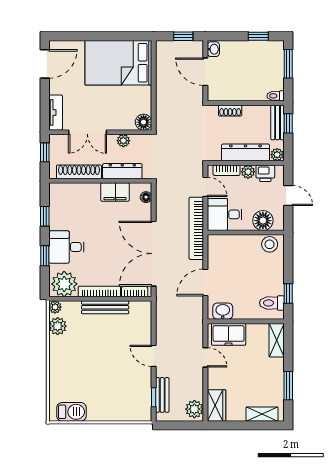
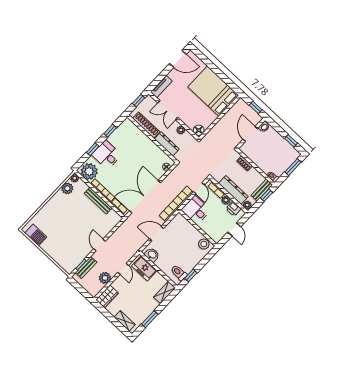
filing cabinet: (115, 192) -> (154, 151), removed
floor lamp: (263, 221) -> (211, 230), removed
plant: (194, 409) -> (105, 278), moved

